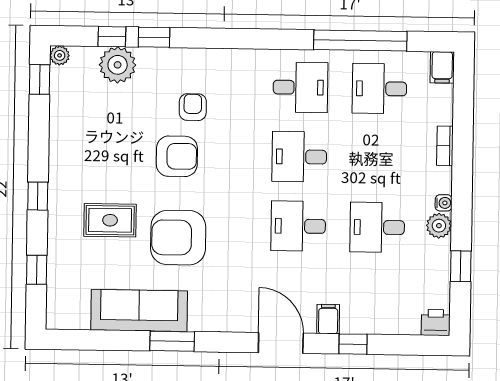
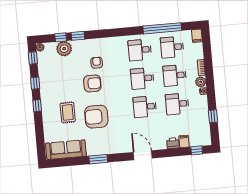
desk: (300, 87) -> (140, 50), turned 180
desk: (378, 158) -> (175, 75), added
rug: (110, 220) -> (68, 112), turned 90
plant: (439, 226) -> (201, 82), moved
window: (37, 270) -> (35, 83), moved
sofa: (139, 310) -> (66, 150), moved
filing cabinet: (328, 319) -> (184, 141), moved
printer: (436, 323) -> (173, 143), moved
window: (353, 344) -> (197, 150), moved

